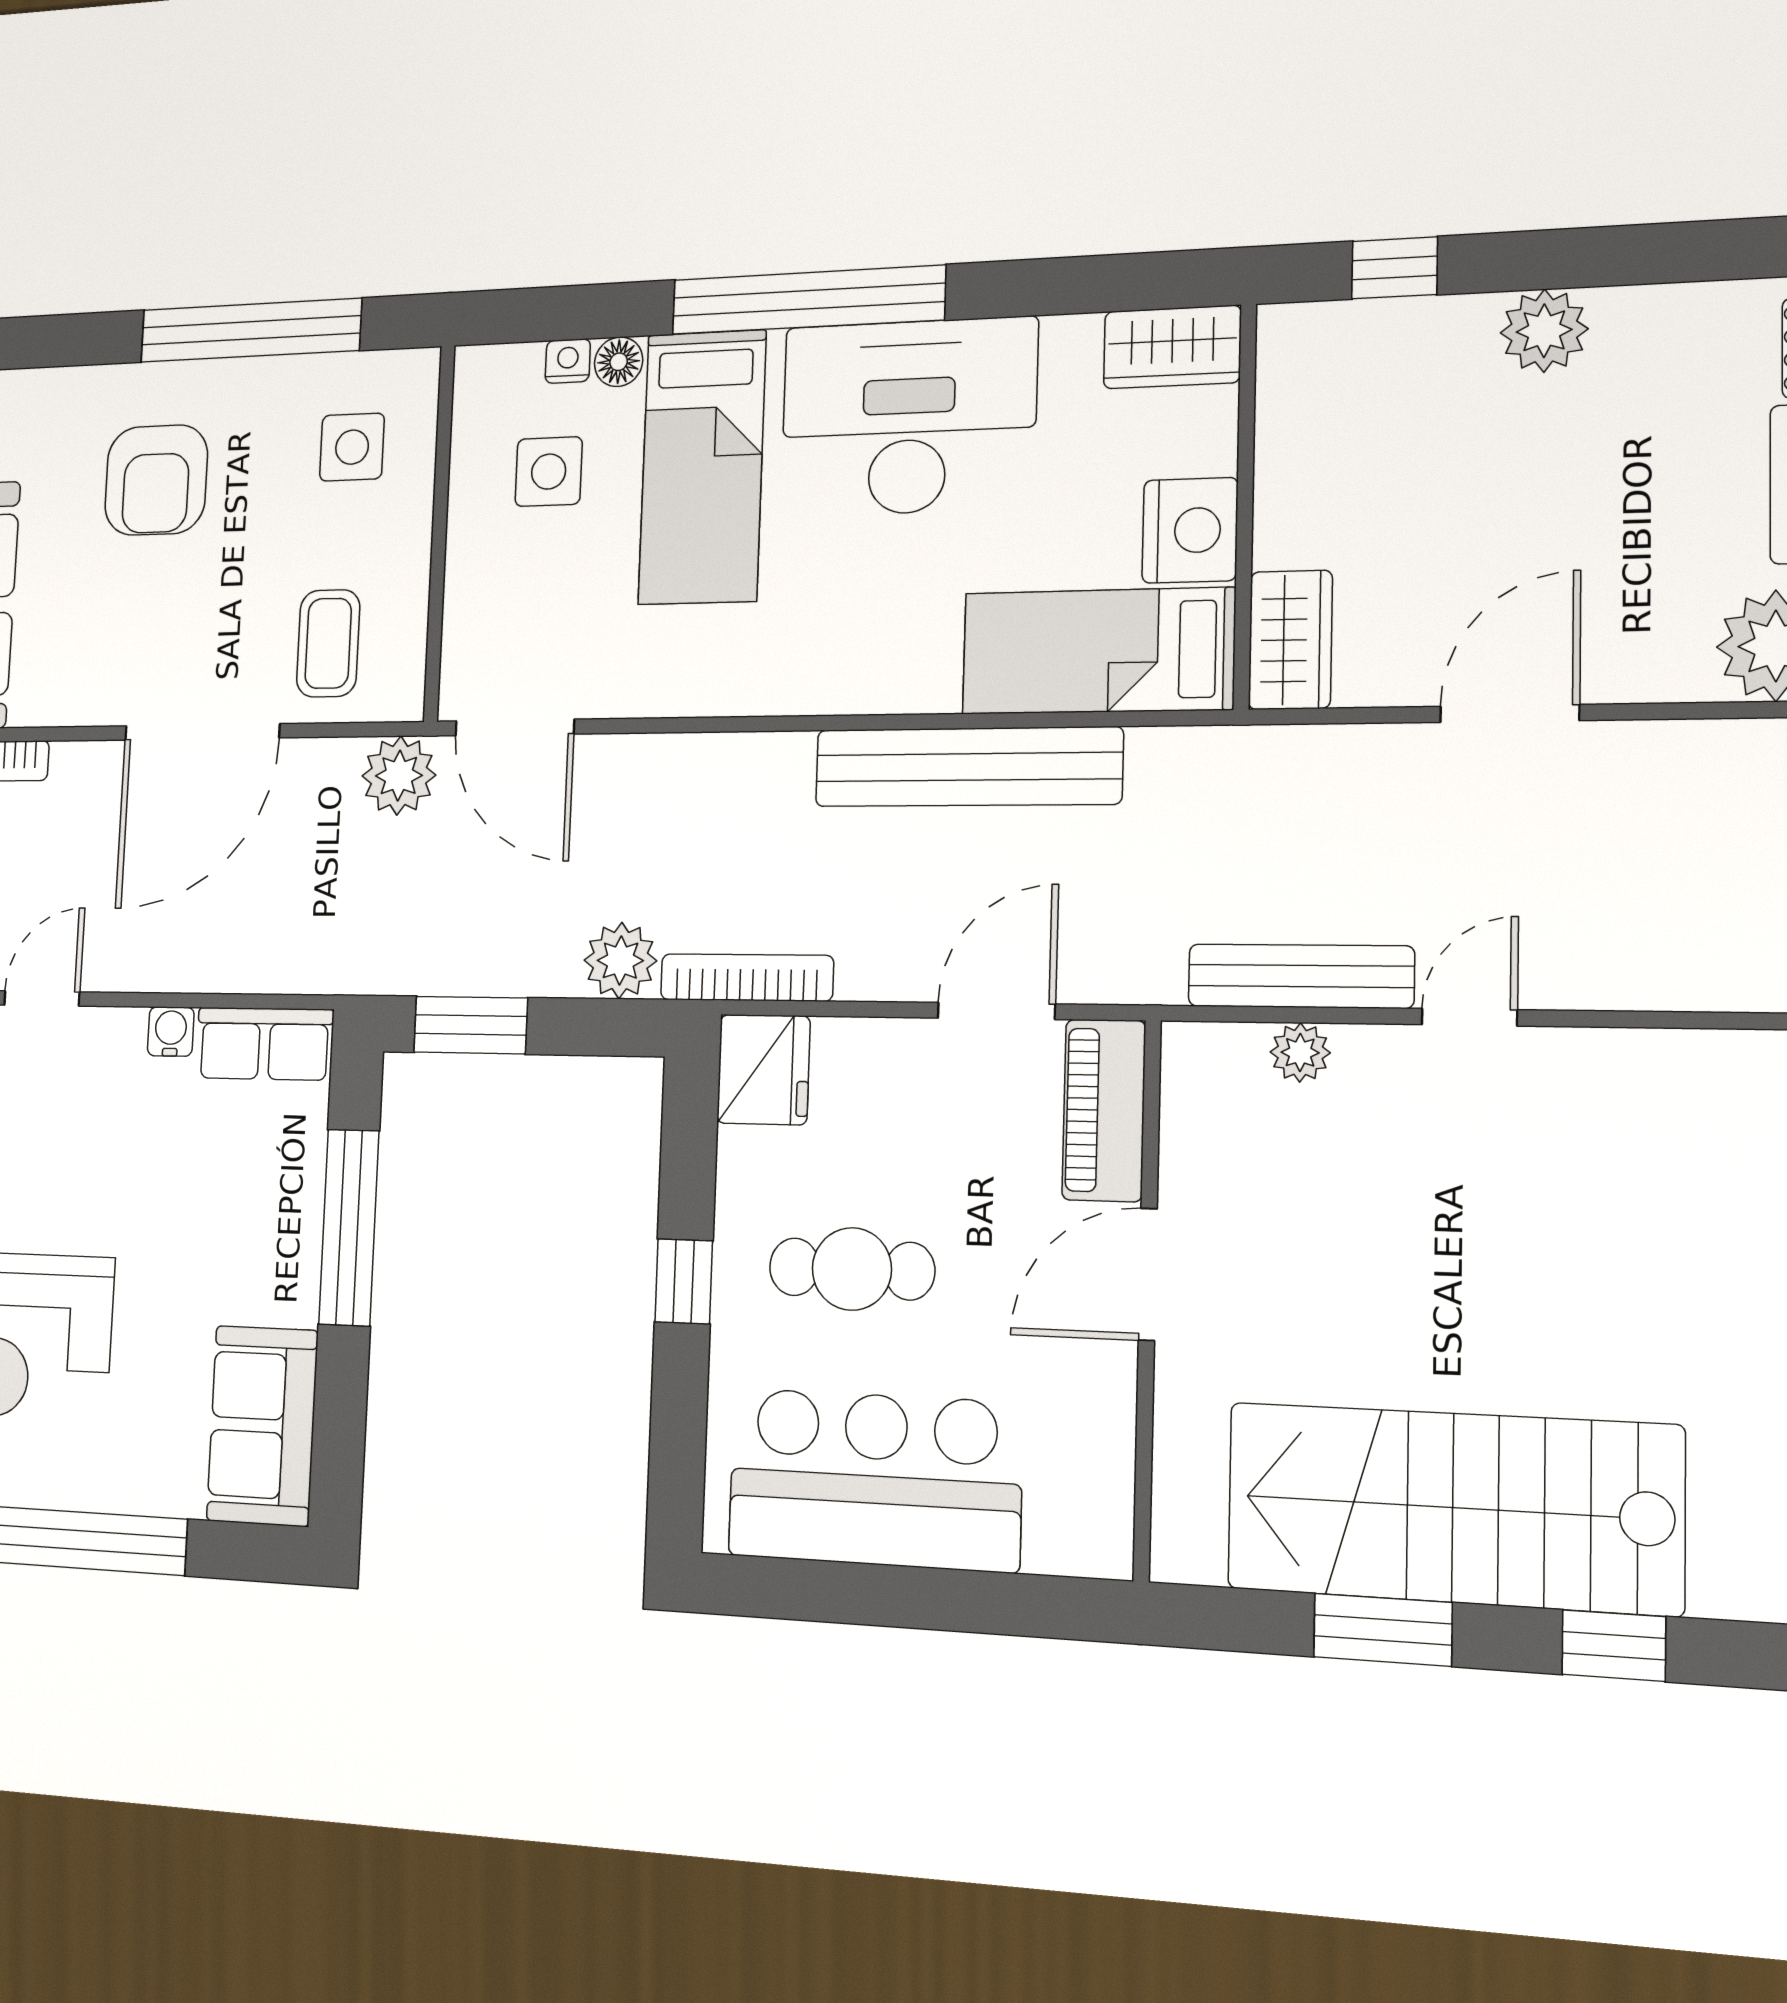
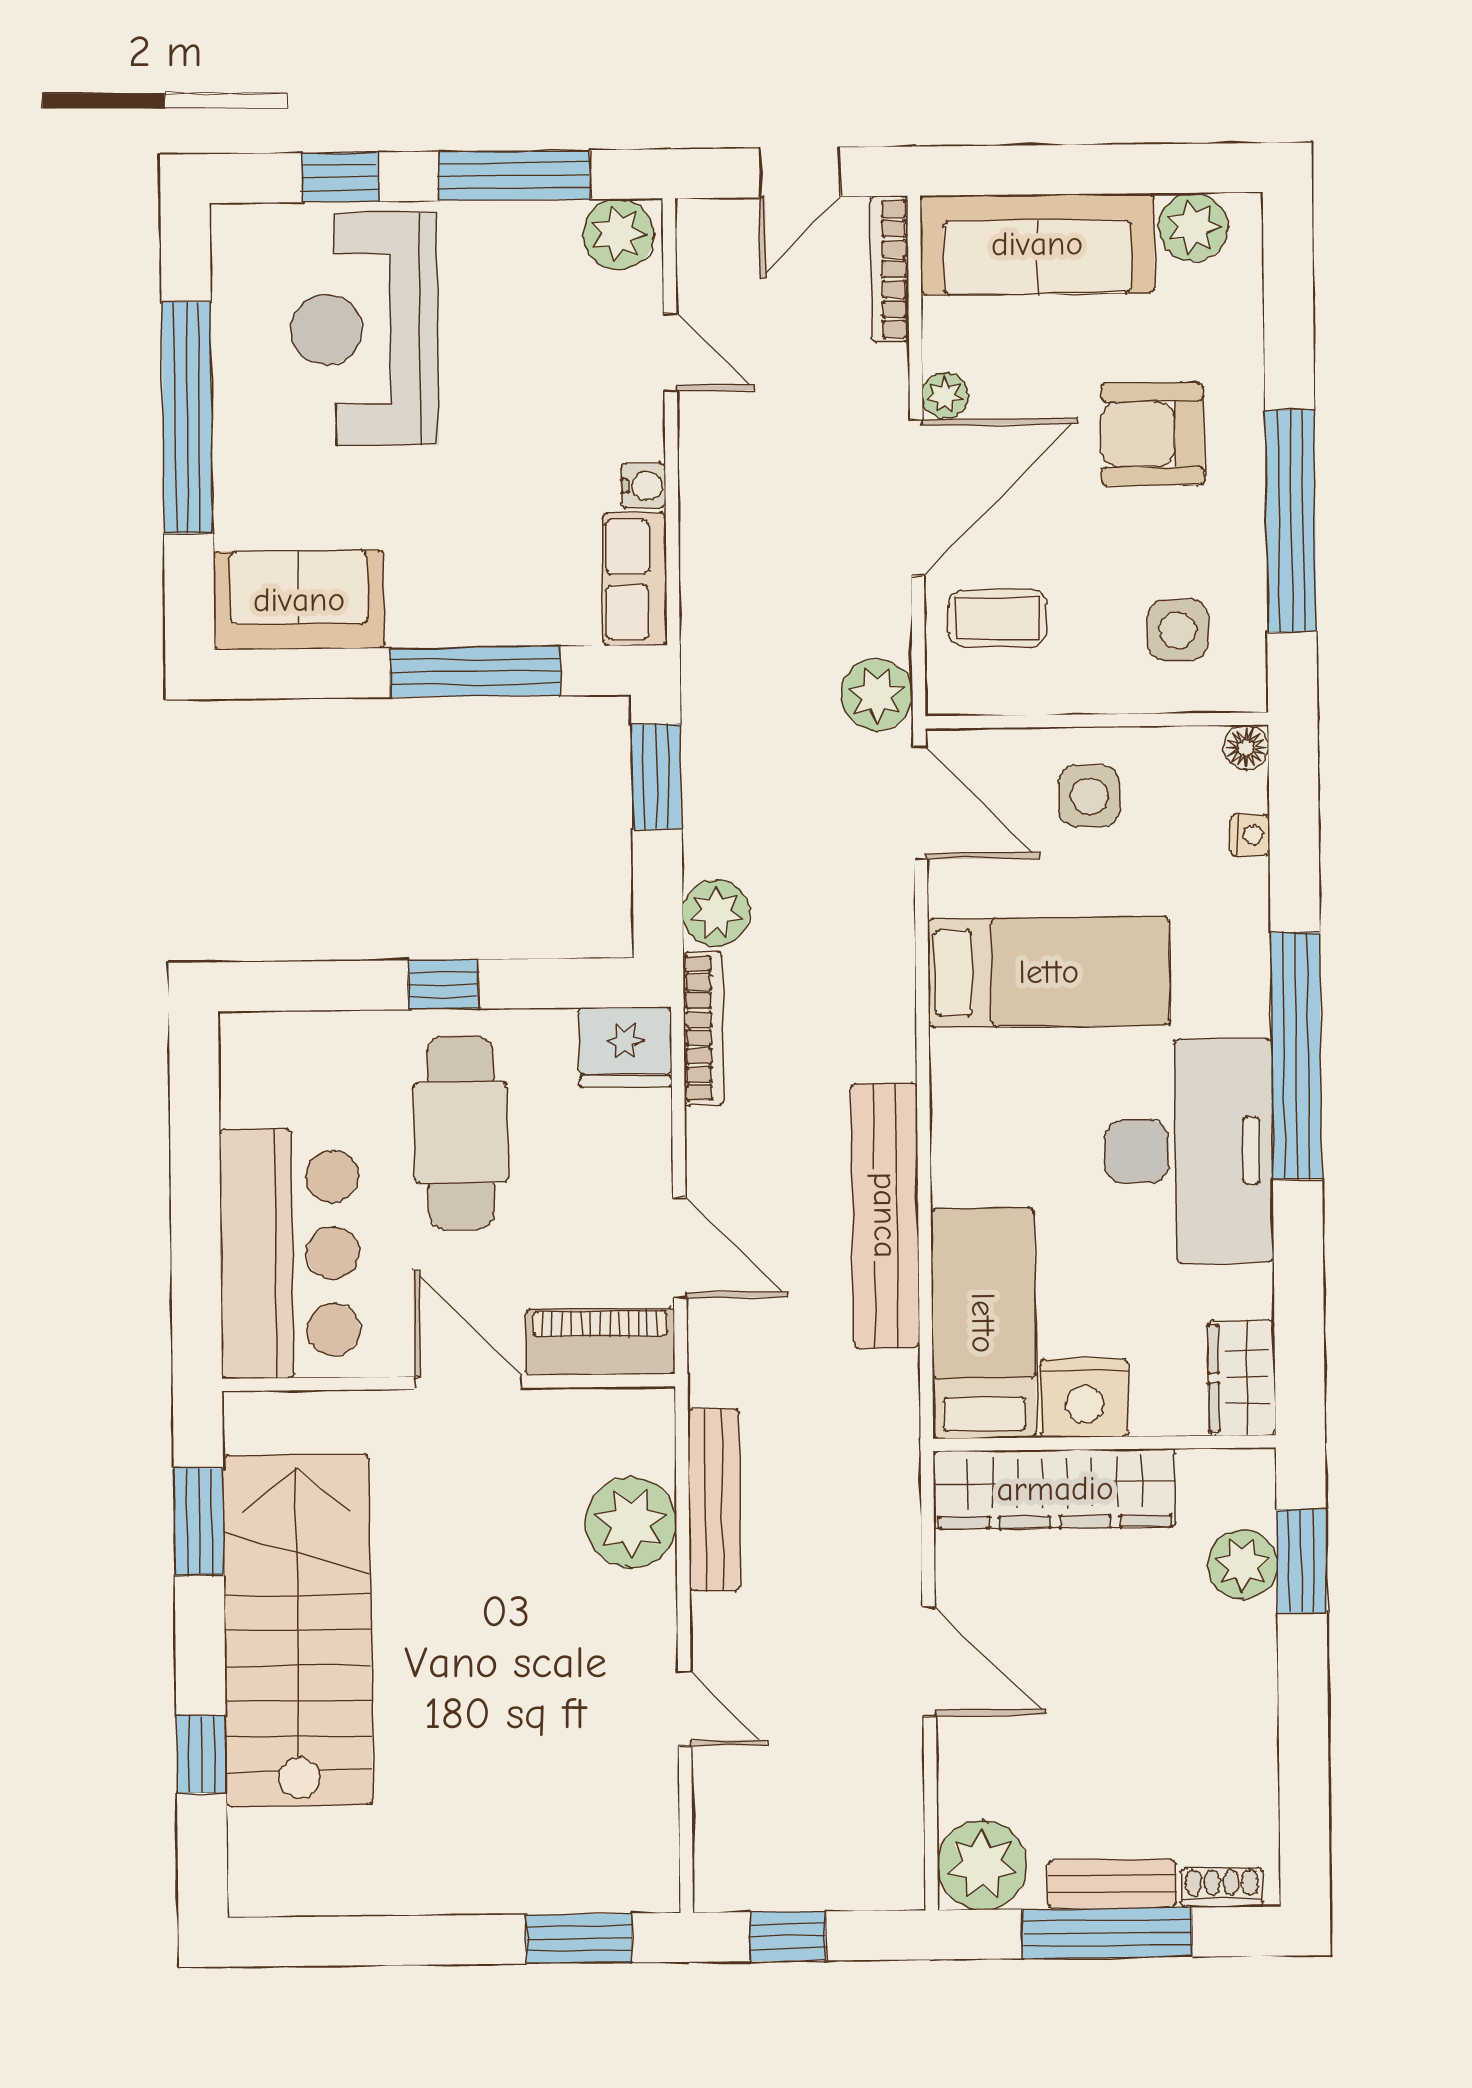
window: (1395, 268) -> (1302, 1561), width x1.50
plant: (1544, 331) -> (1242, 1565), moved
floor lamp: (619, 362) -> (1246, 748), moved
bed: (702, 467) -> (1049, 972), moved, turned 180
side table: (549, 472) -> (1089, 796), moved
wardrobe: (1290, 640) -> (1055, 1489), width x2.10, depth x1.17
plant: (103, 702) -> (945, 395), added
door: (515, 727) -> (920, 803), swing flipped
door: (202, 732) -> (917, 498), swing flipped
door: (1469, 1017) -> (685, 1708), moved
plant: (1300, 1052) -> (631, 1522), width x1.87, depth x1.87
cafe table: (852, 1269) -> (461, 1132), width x1.37, depth x1.35
bar counter: (875, 1479) -> (290, 1253), moved
window: (1383, 1630) -> (199, 1522), moved

